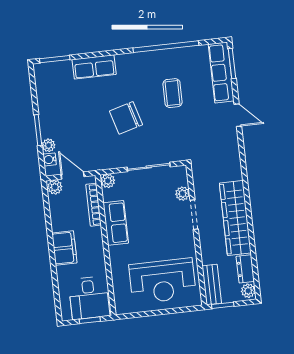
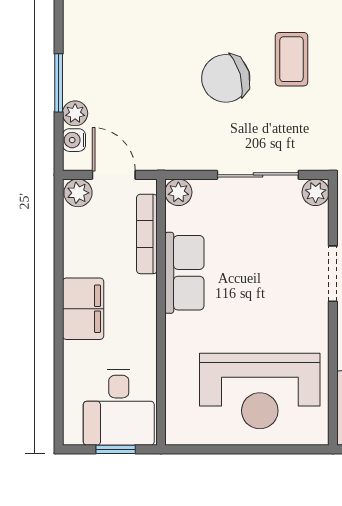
coffee table: (173, 93) -> (291, 59), moved
plant: (183, 194) -> (316, 192), moved

